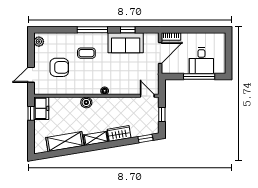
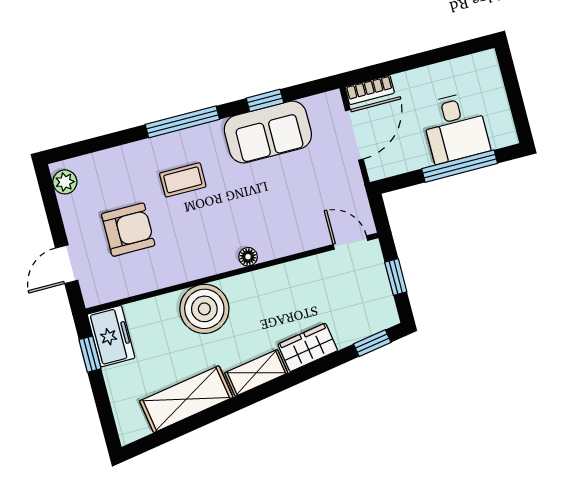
boiler: (86, 102) -> (204, 309), width x1.86, depth x1.86

